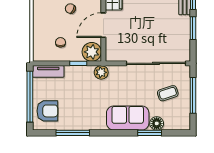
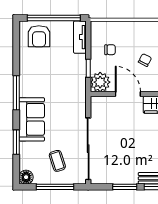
plant: (101, 72) -> (79, 92), removed
floor lamp: (157, 123) -> (26, 177), moved
window: (73, 133) -> (16, 93), moved

